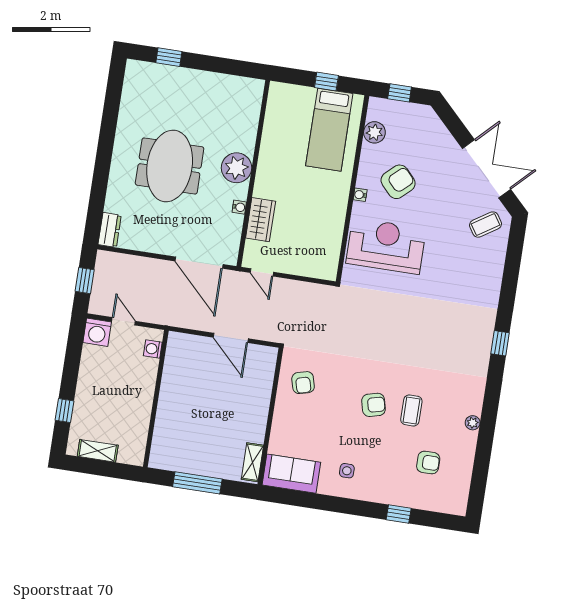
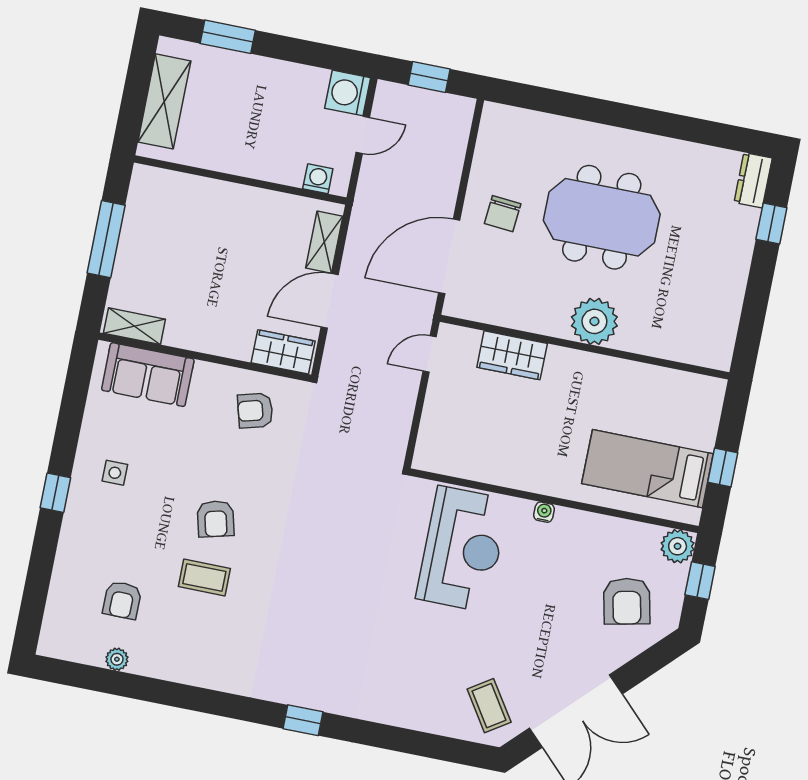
plant: (374, 132) -> (678, 546), moved
armchair: (398, 182) -> (627, 601), moved, turned 31
water cooler: (239, 207) -> (533, 323), removed
dresser: (110, 230) -> (753, 180), moved, turned 90
chair: (170, 230) -> (503, 214), added
shelving: (193, 343) -> (324, 242), added
wardrobe: (265, 366) -> (283, 352), added
window: (64, 411) -> (228, 37), width x1.50
plant: (473, 423) -> (117, 659), moved
shelving: (98, 451) -> (164, 101), width x1.50, depth x1.33
sofa: (291, 474) -> (148, 375), moved, turned 90
window: (399, 514) -> (55, 493), moved

